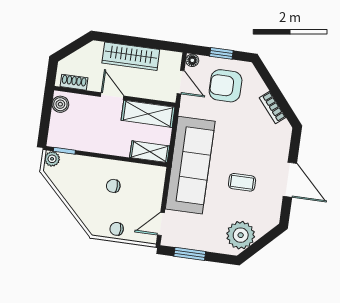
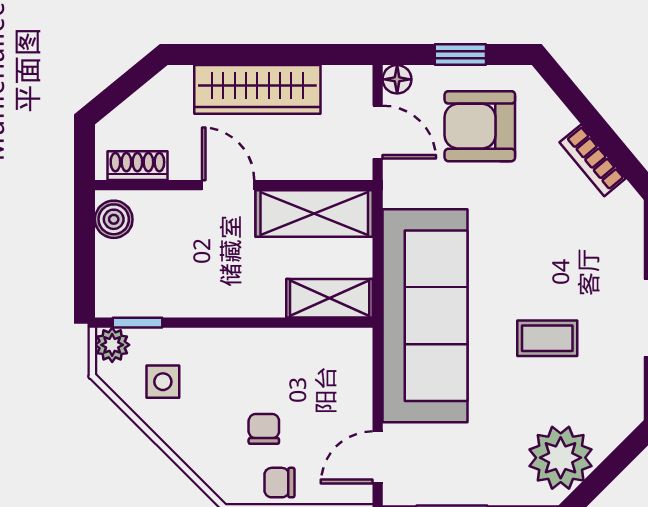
side table: (72, 178) -> (163, 382), added
chair: (113, 186) -> (264, 429), moved, turned 90

